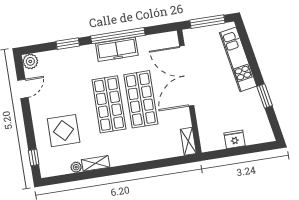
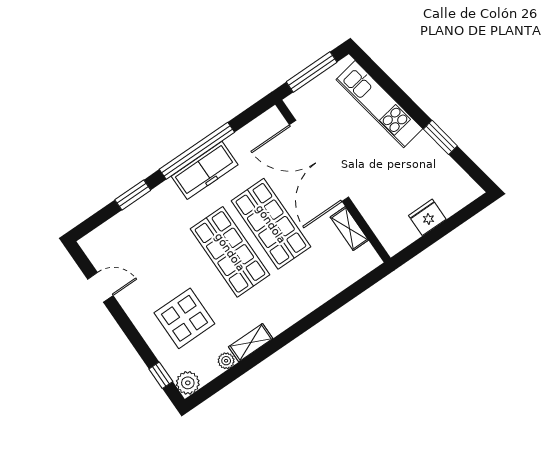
plant: (30, 61) -> (188, 383), moved
door: (23, 89) -> (100, 287), hinge flipped
shelving: (188, 141) -> (349, 229), moved

